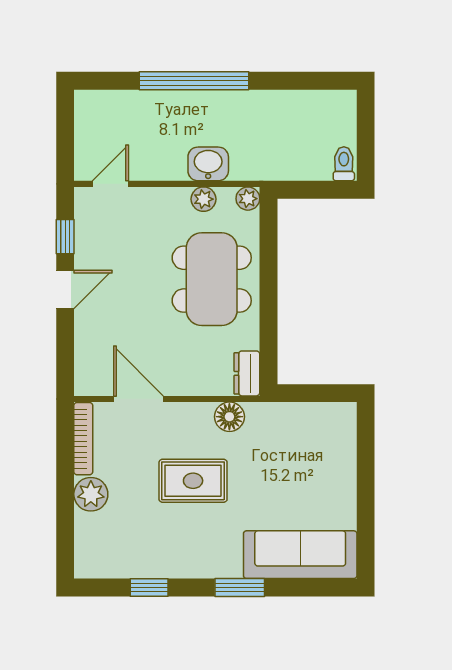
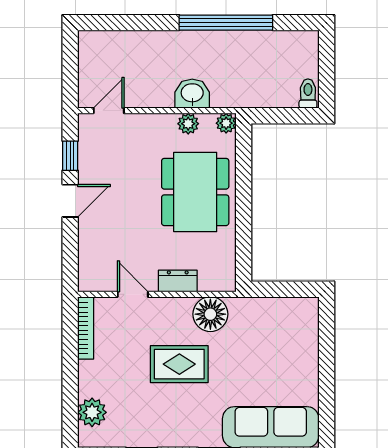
window: (194, 81) -> (226, 23), moved
dresser: (247, 373) -> (178, 281), moved, turned 90
door: (139, 399) -> (133, 294), width x0.73
floor lamp: (229, 417) -> (210, 314), width x1.38, depth x1.38
plant: (91, 494) -> (92, 412), moved

